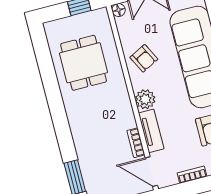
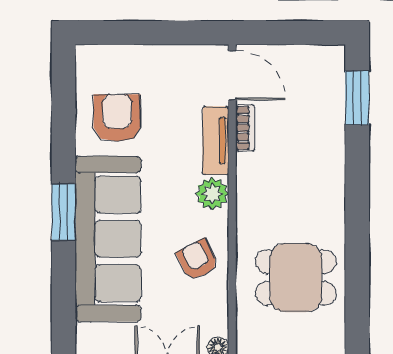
dining table: (84, 63) -> (296, 278), turned 90
bookcase: (192, 175) -> (168, 54), removed

